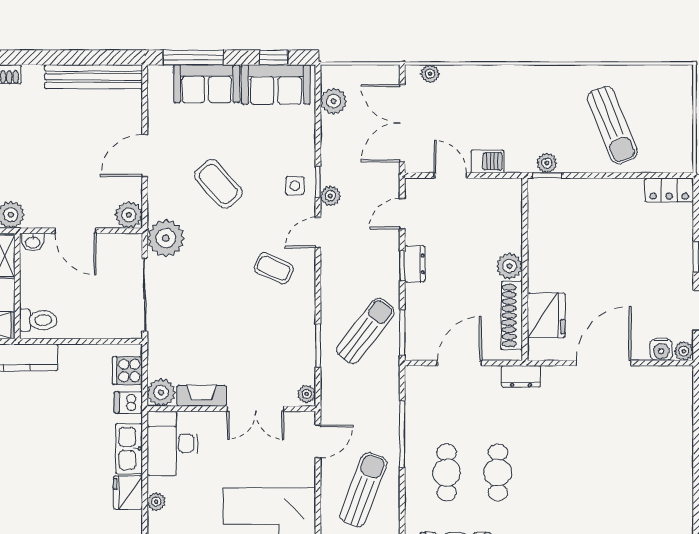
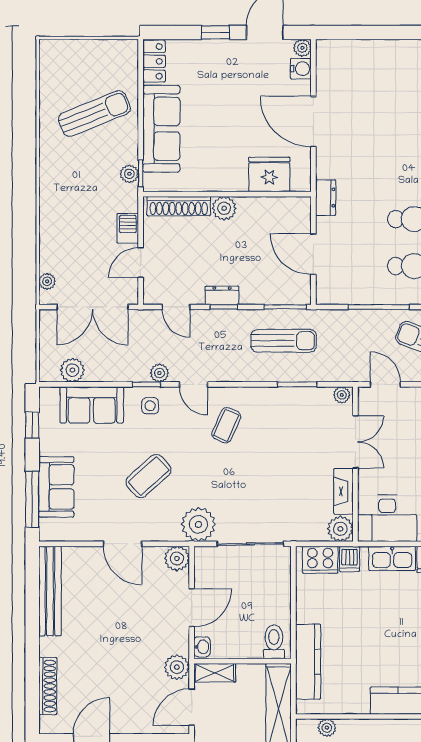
sofa: (276, 85) -> (92, 405), moved, turned 90
sofa: (596, 198) -> (161, 129), added
shoe rack: (512, 316) -> (179, 206), moved
sun lounger: (365, 331) -> (284, 341), turned 142
cooker: (128, 370) -> (320, 560), width x1.36

